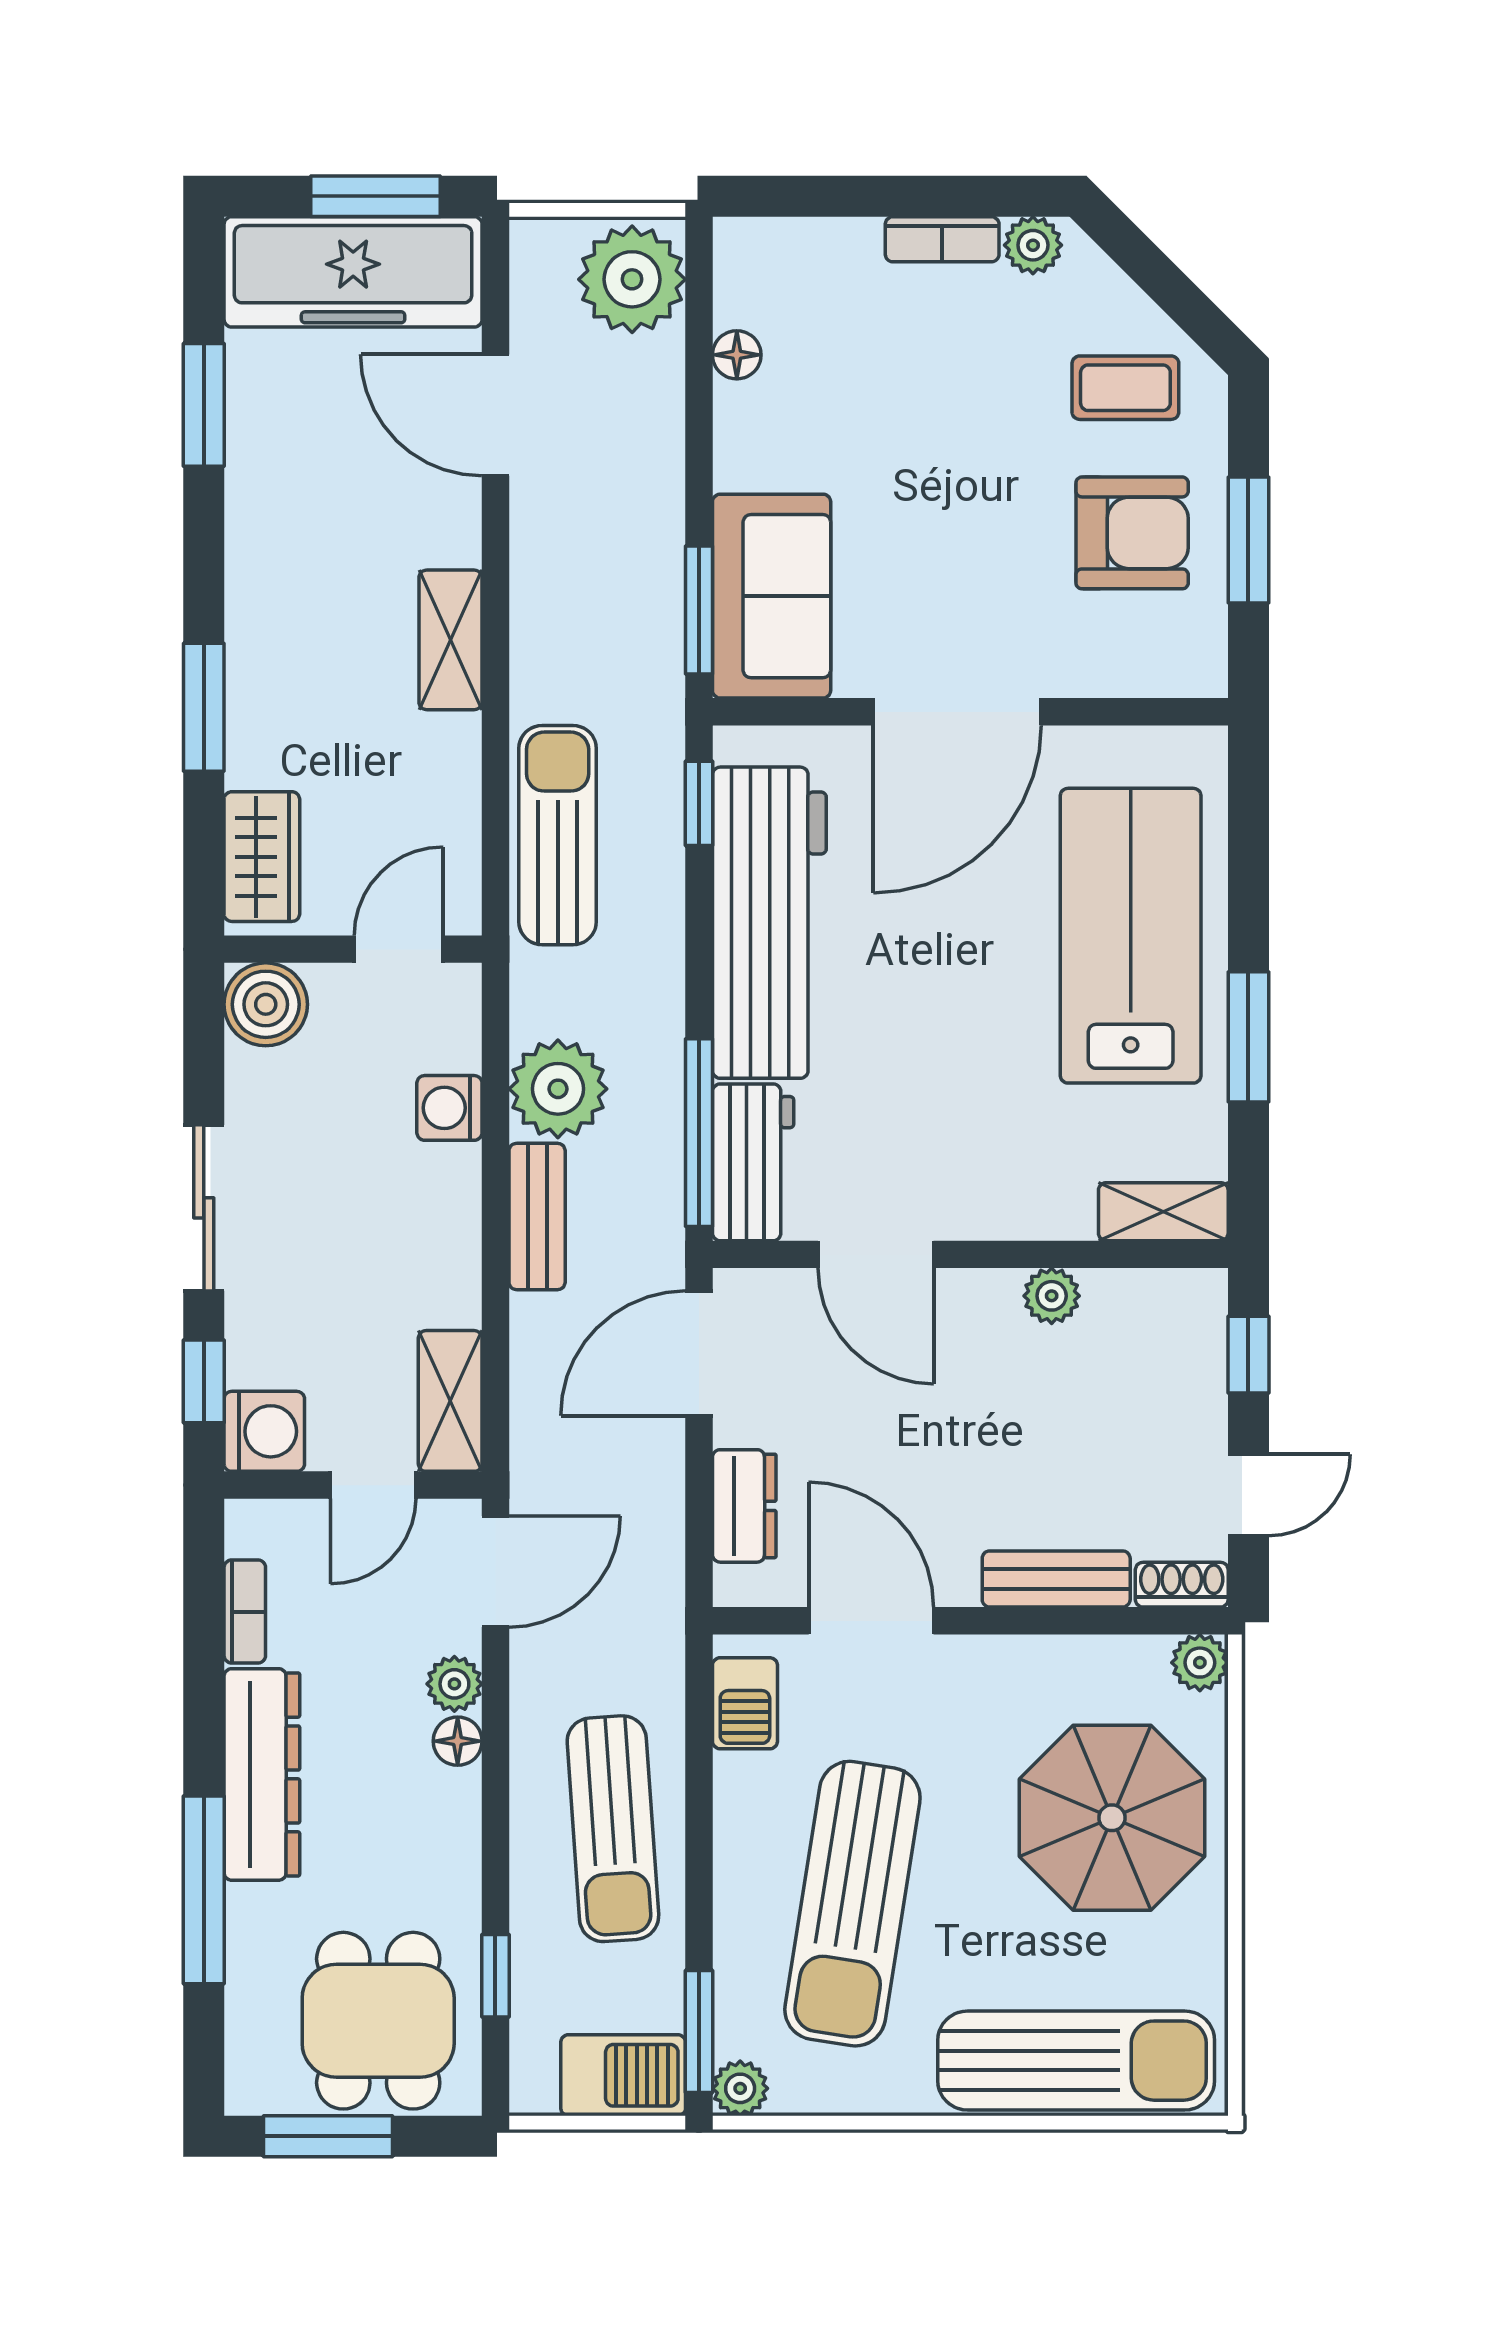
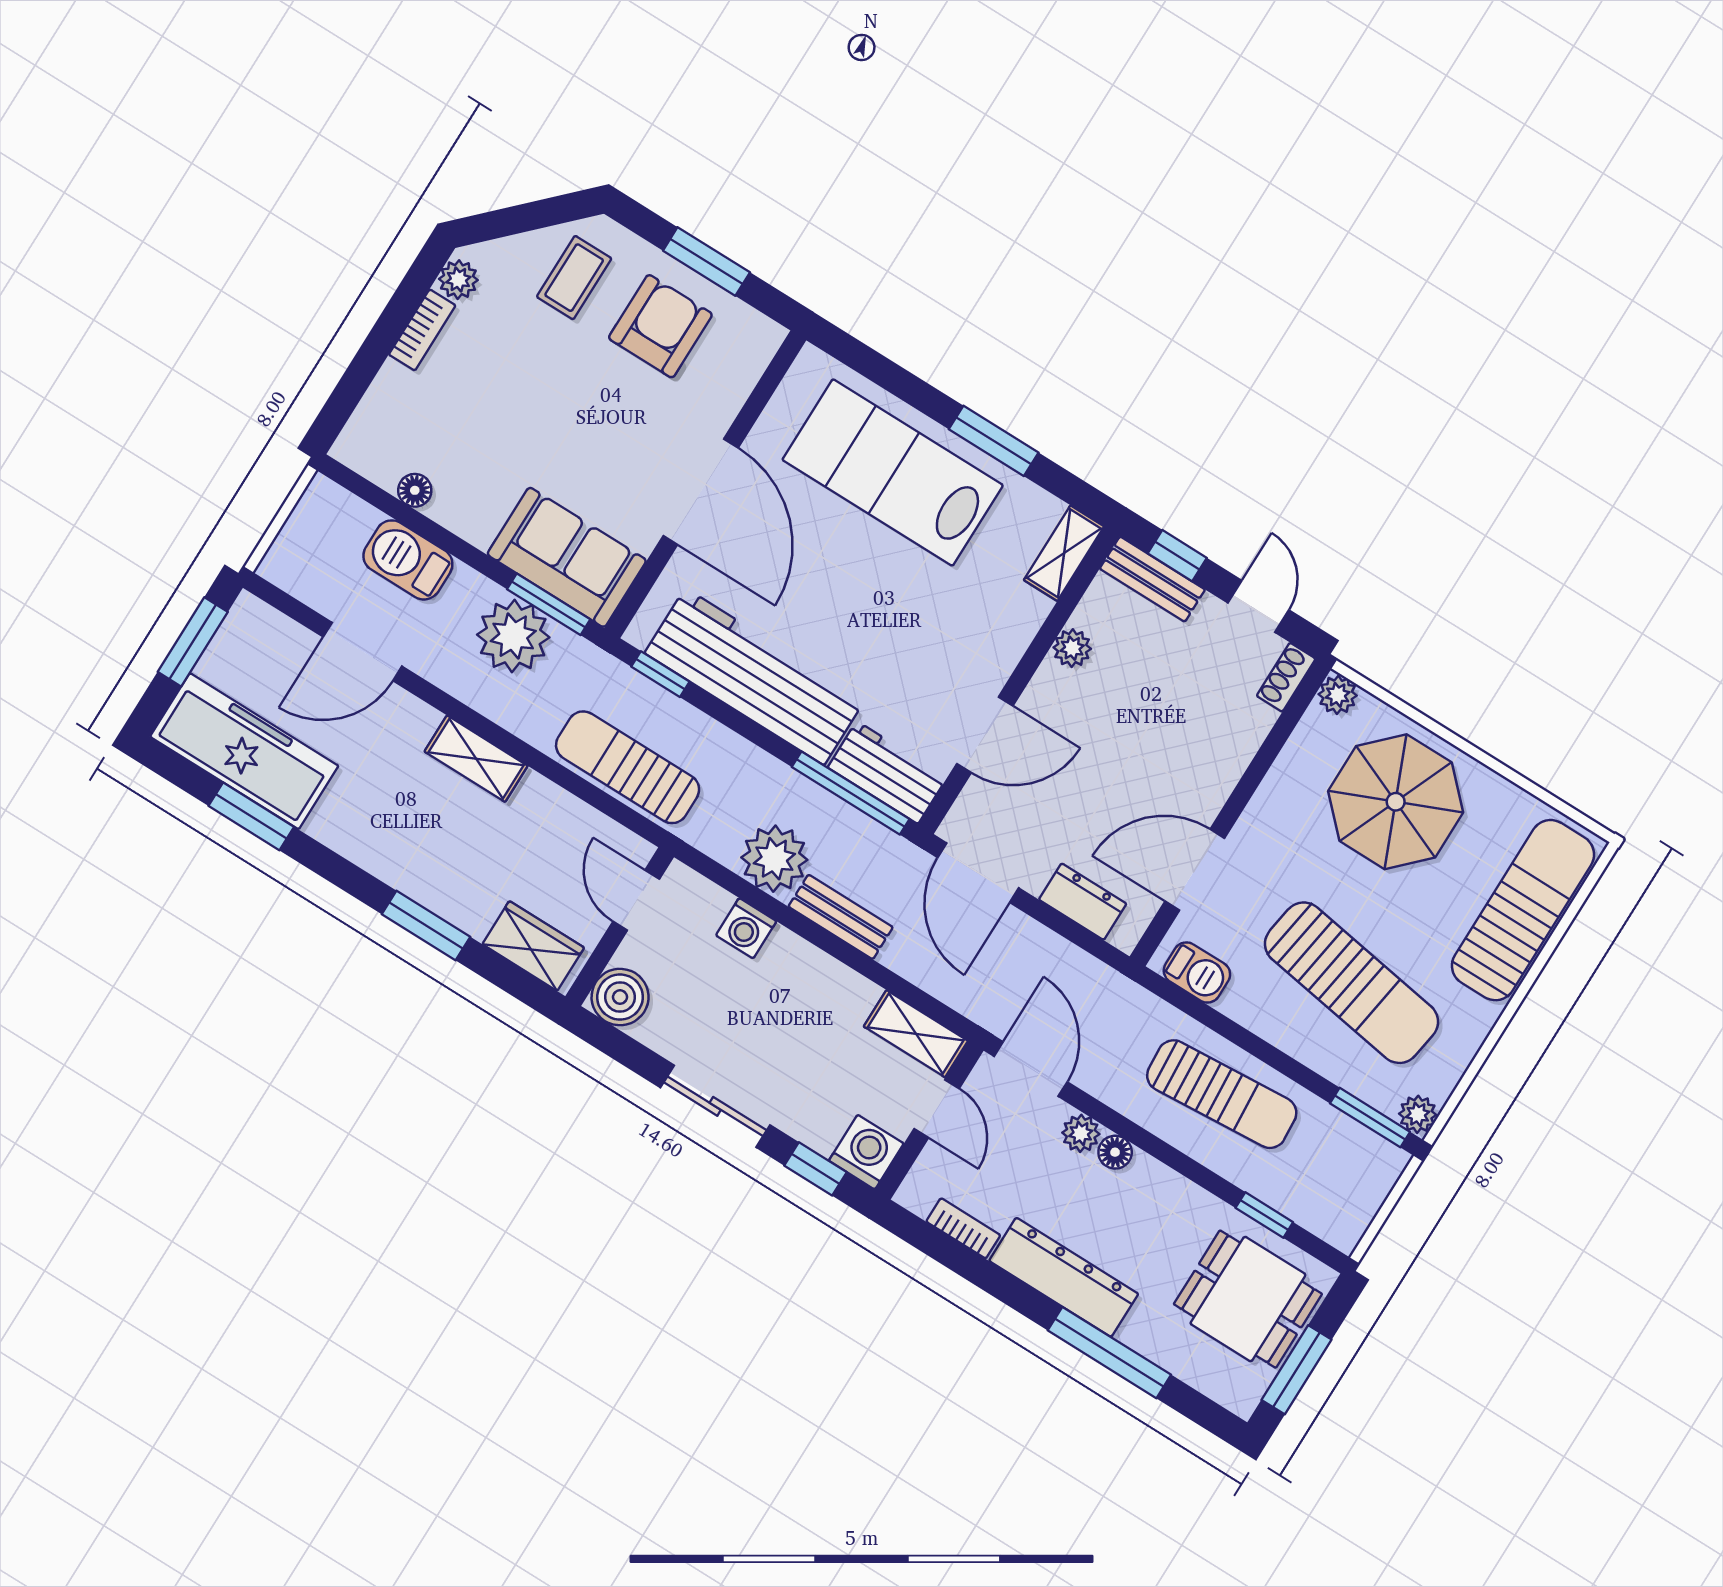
freezer: (353, 272) -> (244, 751), moved, turned -90
plant: (632, 279) -> (513, 636), moved
bench: (1056, 1579) -> (1152, 579), moved, turned 90
barbecue: (623, 2075) -> (408, 560), moved, turned -90

